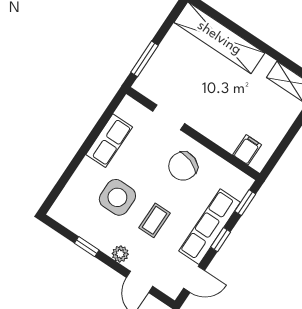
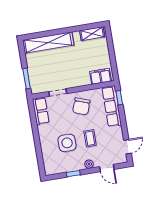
row of seats: (109, 141) -> (41, 111), moved
filing cabinet: (247, 150) -> (100, 76), width x2.00
row of seats: (210, 227) -> (112, 106), moved
window: (221, 240) -> (123, 121), removed

